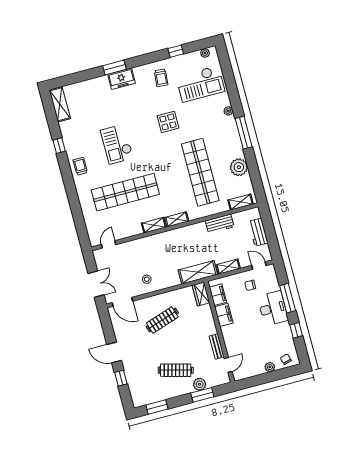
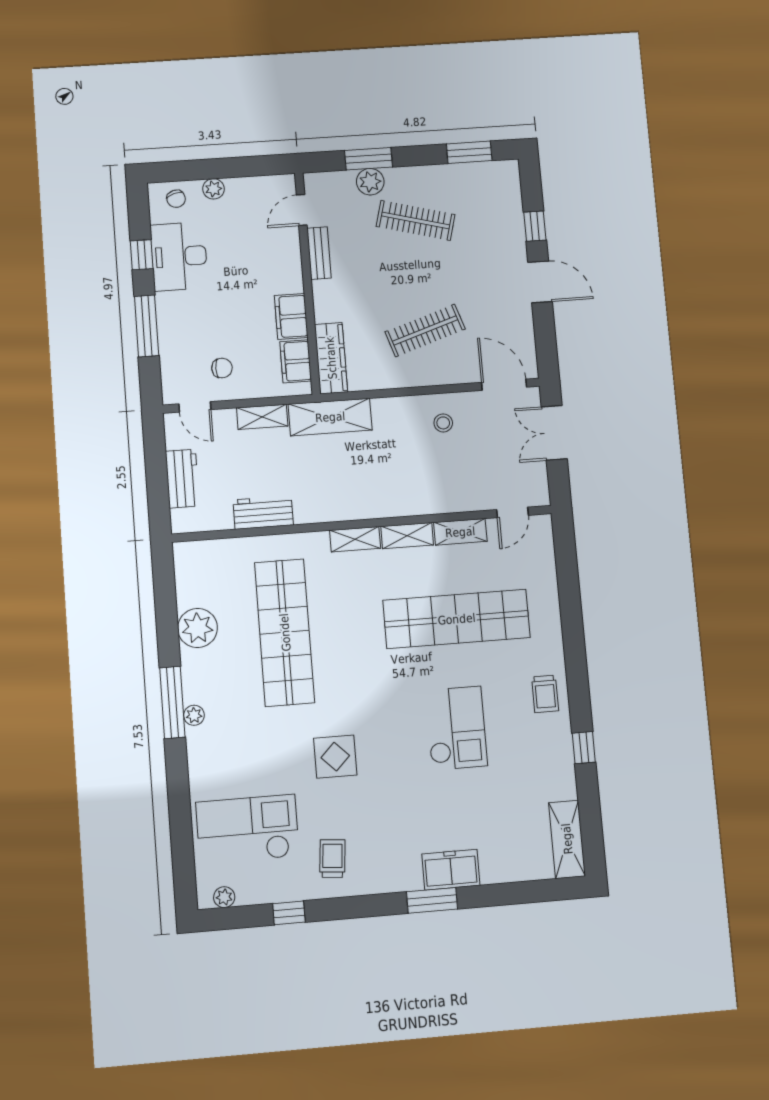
freezer: (121, 79) -> (451, 870), moved
plant: (228, 111) -> (194, 715), moved
shelving: (241, 202) -> (460, 532), moved
wardrobe: (201, 294) -> (331, 358), width x1.50
desk: (273, 308) -> (179, 256), moved

